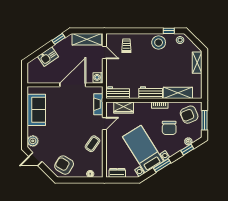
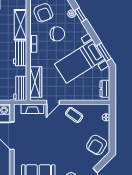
wardrobe: (124, 107) -> (36, 82), width x1.50
door: (104, 124) -> (53, 102), swing flipped
window: (162, 165) -> (104, 52), moved

